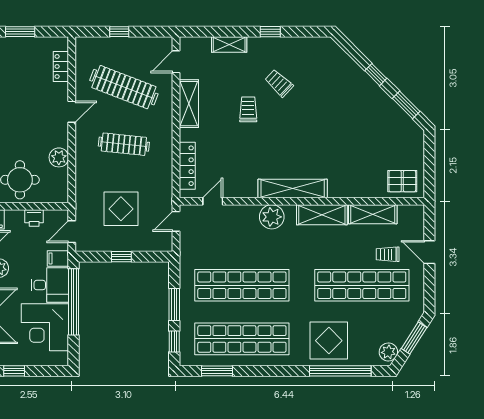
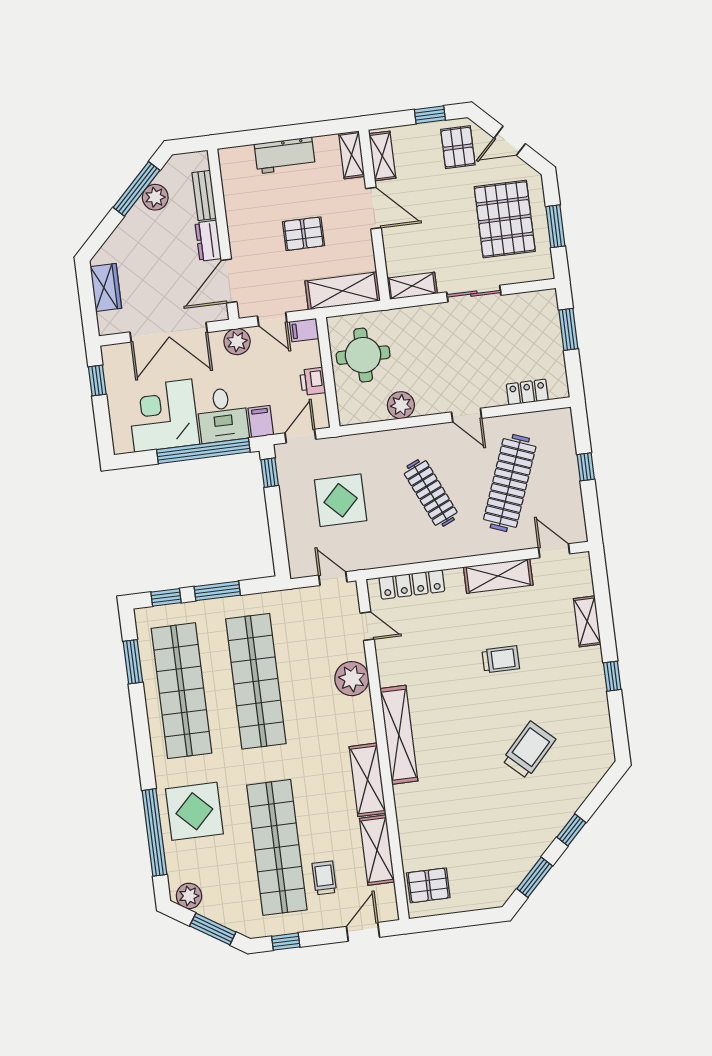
trolley: (279, 83) -> (529, 750), moved, width x1.36, depth x1.39
clothes rail: (124, 144) -> (431, 493), turned -30
pallet: (402, 181) -> (428, 885), turned 90
plant: (272, 217) -> (352, 679), moved
door: (72, 232) -> (300, 436), hinge flipped
door: (429, 252) -> (363, 932), moved
window: (121, 257) -> (270, 473), moved
window: (429, 287) -> (286, 942), added

